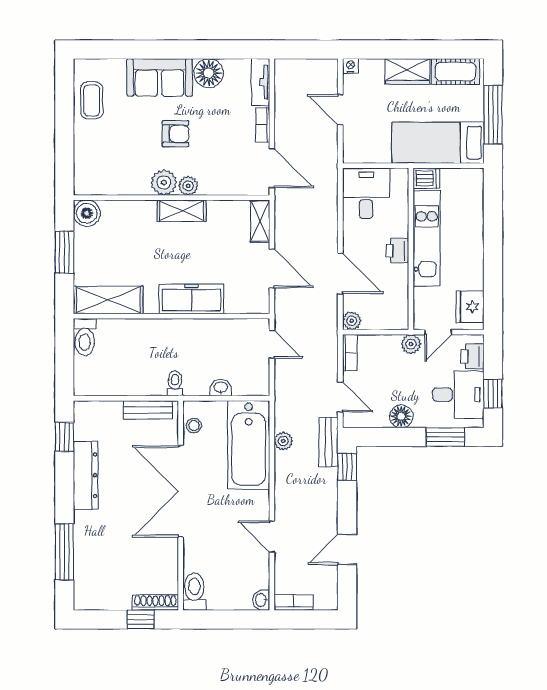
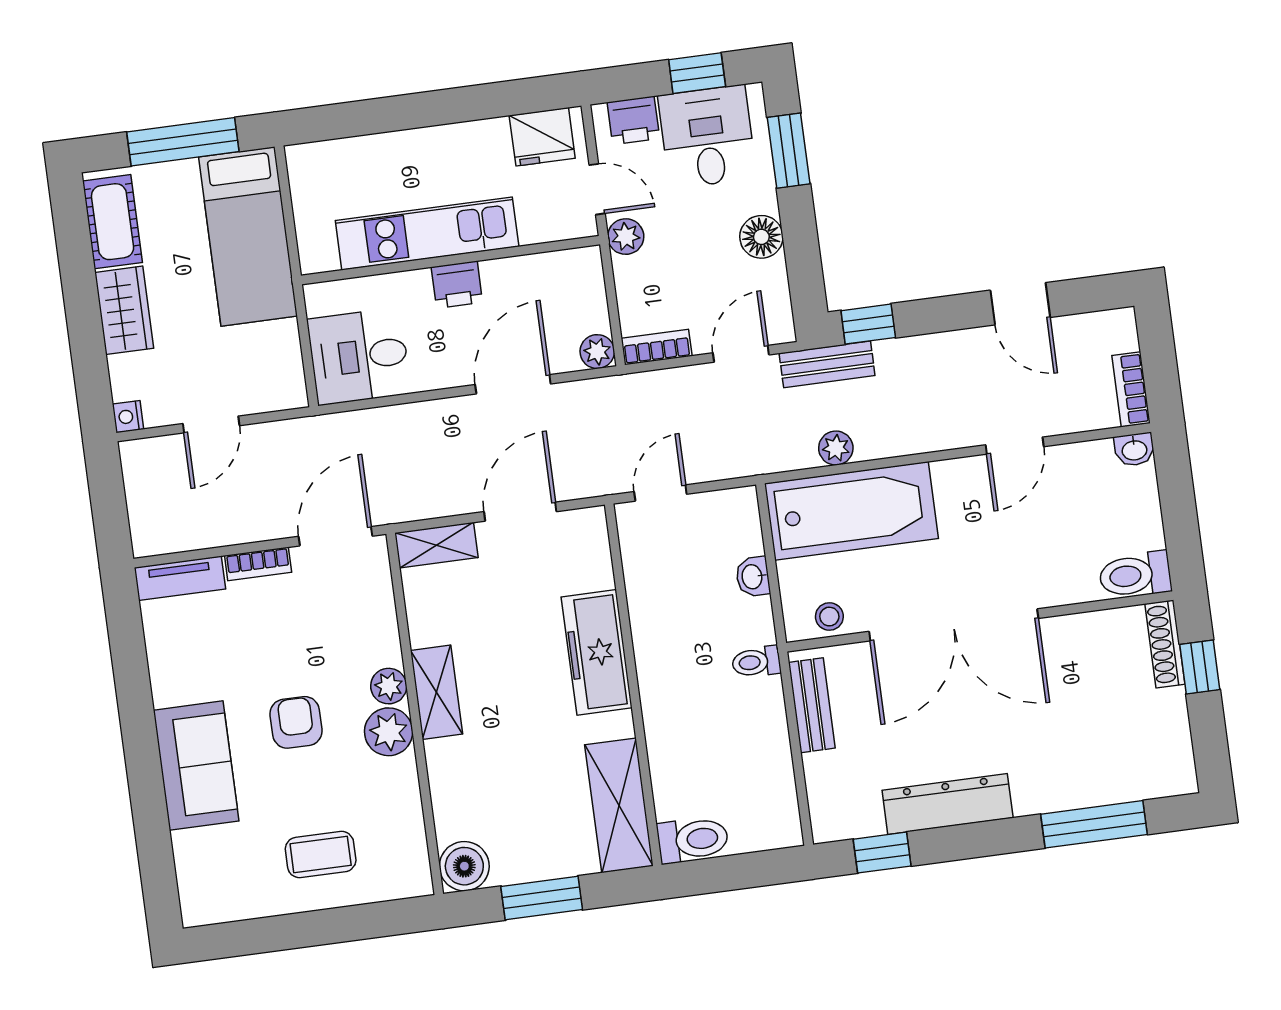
floor lamp: (209, 73) -> (176, 676), removed
coffee table: (92, 100) -> (321, 855), moved
dishwasher: (426, 178) -> (316, 249), removed

